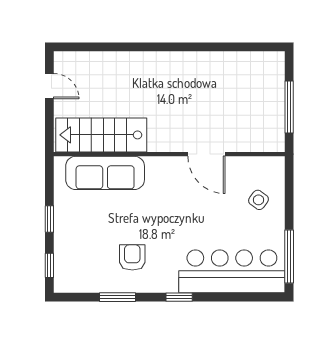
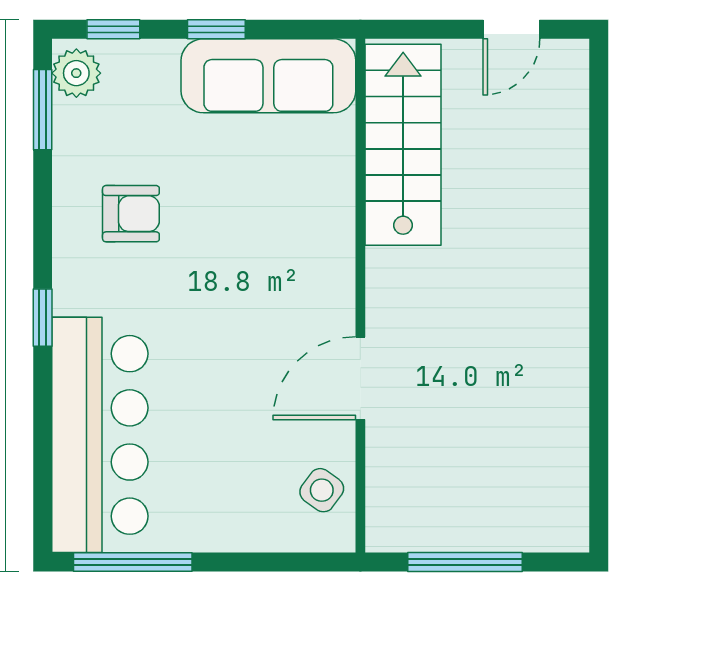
sofa: (105, 173) -> (268, 76), moved, turned -90
side table: (258, 200) -> (322, 490), moved
plant: (69, 282) -> (76, 73), added
window: (118, 297) -> (43, 110), moved

